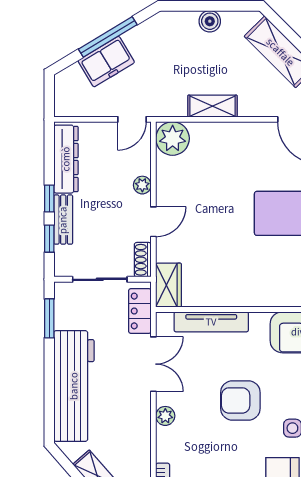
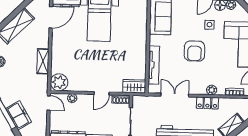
plant: (142, 185) -> (72, 98), moved
door: (153, 222) -> (102, 93), swing flipped
locker: (140, 311) -> (207, 103), moved
plant: (165, 416) -> (212, 90), moved

